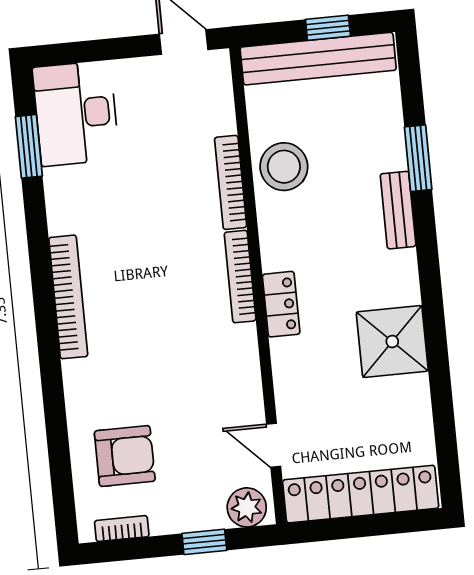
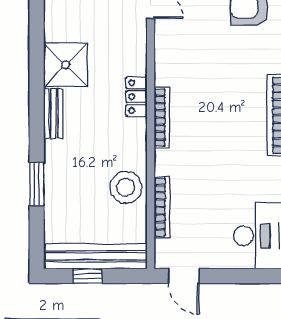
bookcase: (231, 182) -> (162, 207), moved
bench: (398, 210) -> (53, 114), moved

